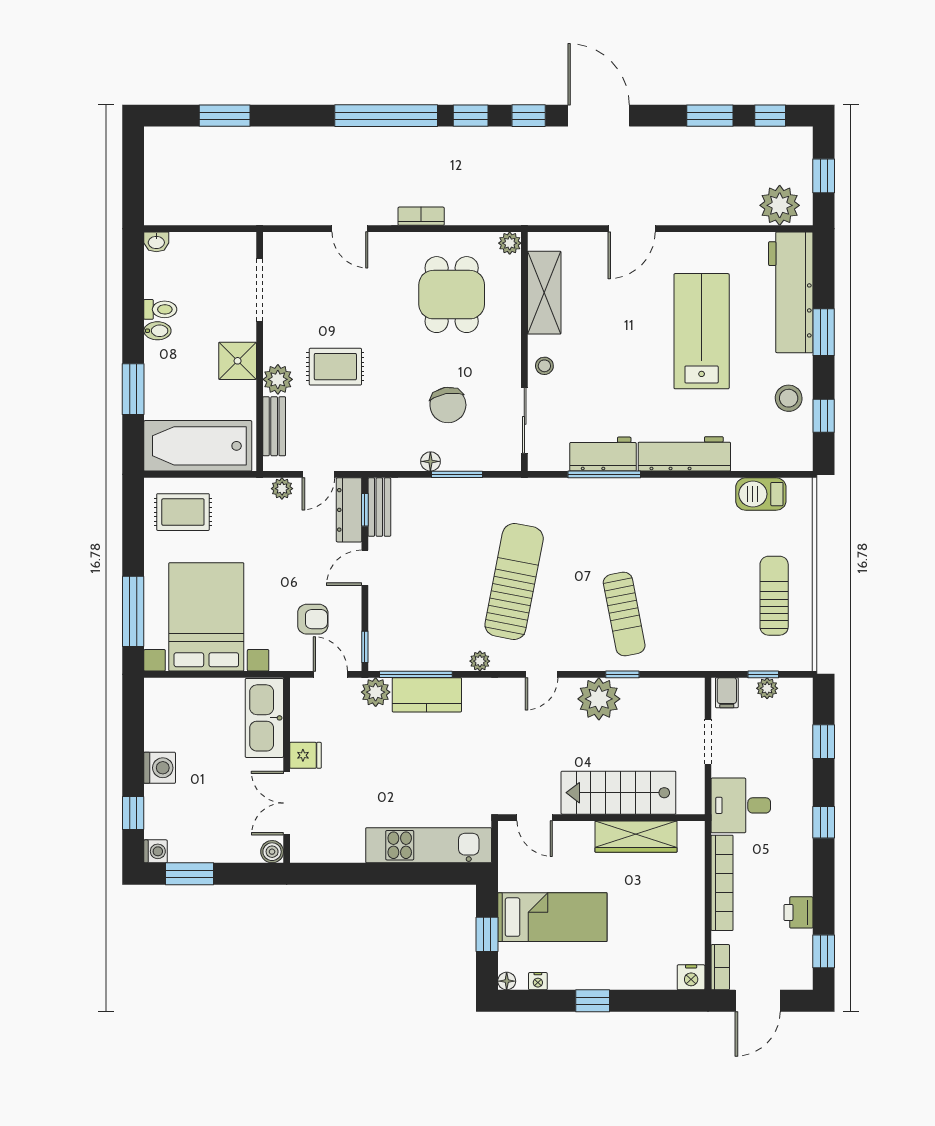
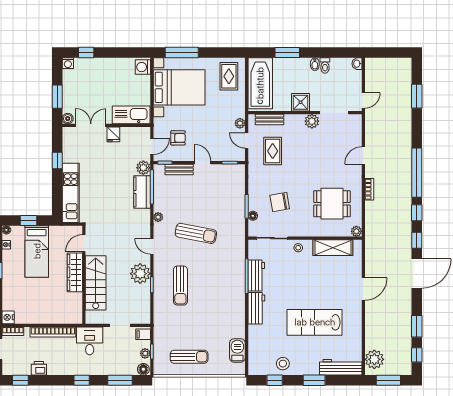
window: (824, 176) -> (388, 380), width x1.50
door: (234, 229) -> (363, 100), added
door: (632, 229) -> (363, 289), swing flipped
workbench: (791, 292) -> (341, 367), width x0.73, depth x0.76
lab bench: (702, 331) -> (315, 322), turned 180
rug: (335, 367) -> (273, 151), moved
plant: (278, 379) -> (312, 121), moved
workbench: (684, 454) -> (256, 308), width x0.73
floor lamp: (430, 461) -> (253, 216), moved
bench: (379, 507) -> (179, 169), moved
dresser: (349, 510) -> (230, 155), removed
sun lounger: (514, 581) -> (196, 233), width x0.73, depth x0.75
sun lounger: (624, 614) -> (180, 286), turned -79
armchair: (313, 619) -> (178, 138), turned -90
floor lamp: (800, 692) -> (143, 369), added
window: (824, 742) -> (120, 380), width x1.50
washing machine: (160, 768) -> (143, 67), moved, turned 90
wardrobe: (636, 837) -> (75, 272), moved
window: (190, 874) -> (57, 97), moved
window: (361, 874) -> (57, 161), added

